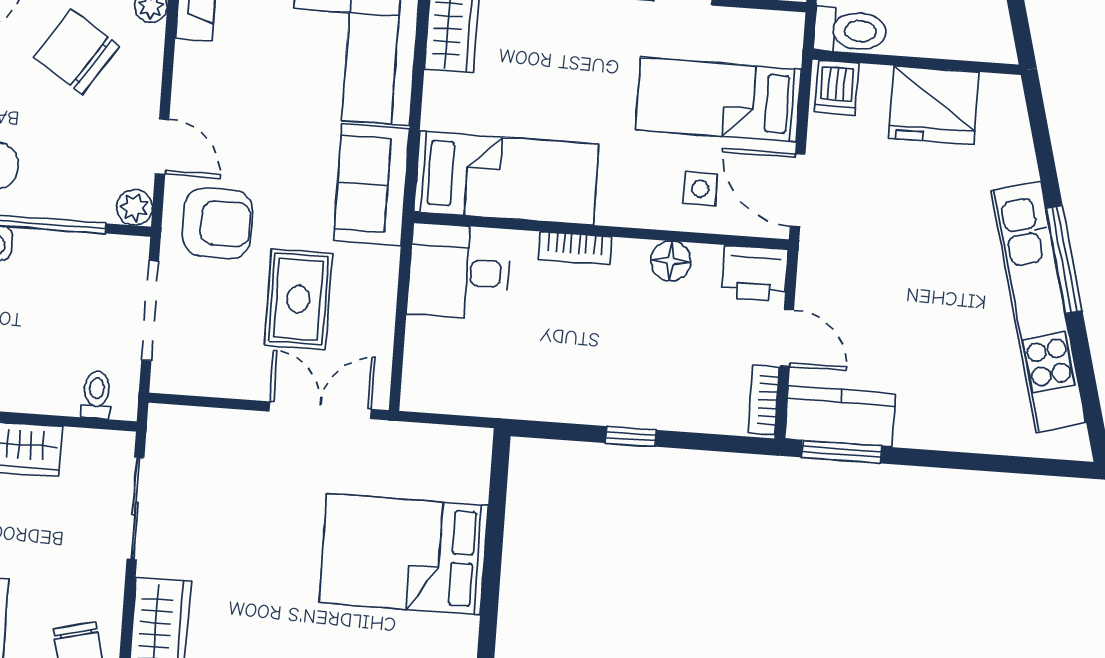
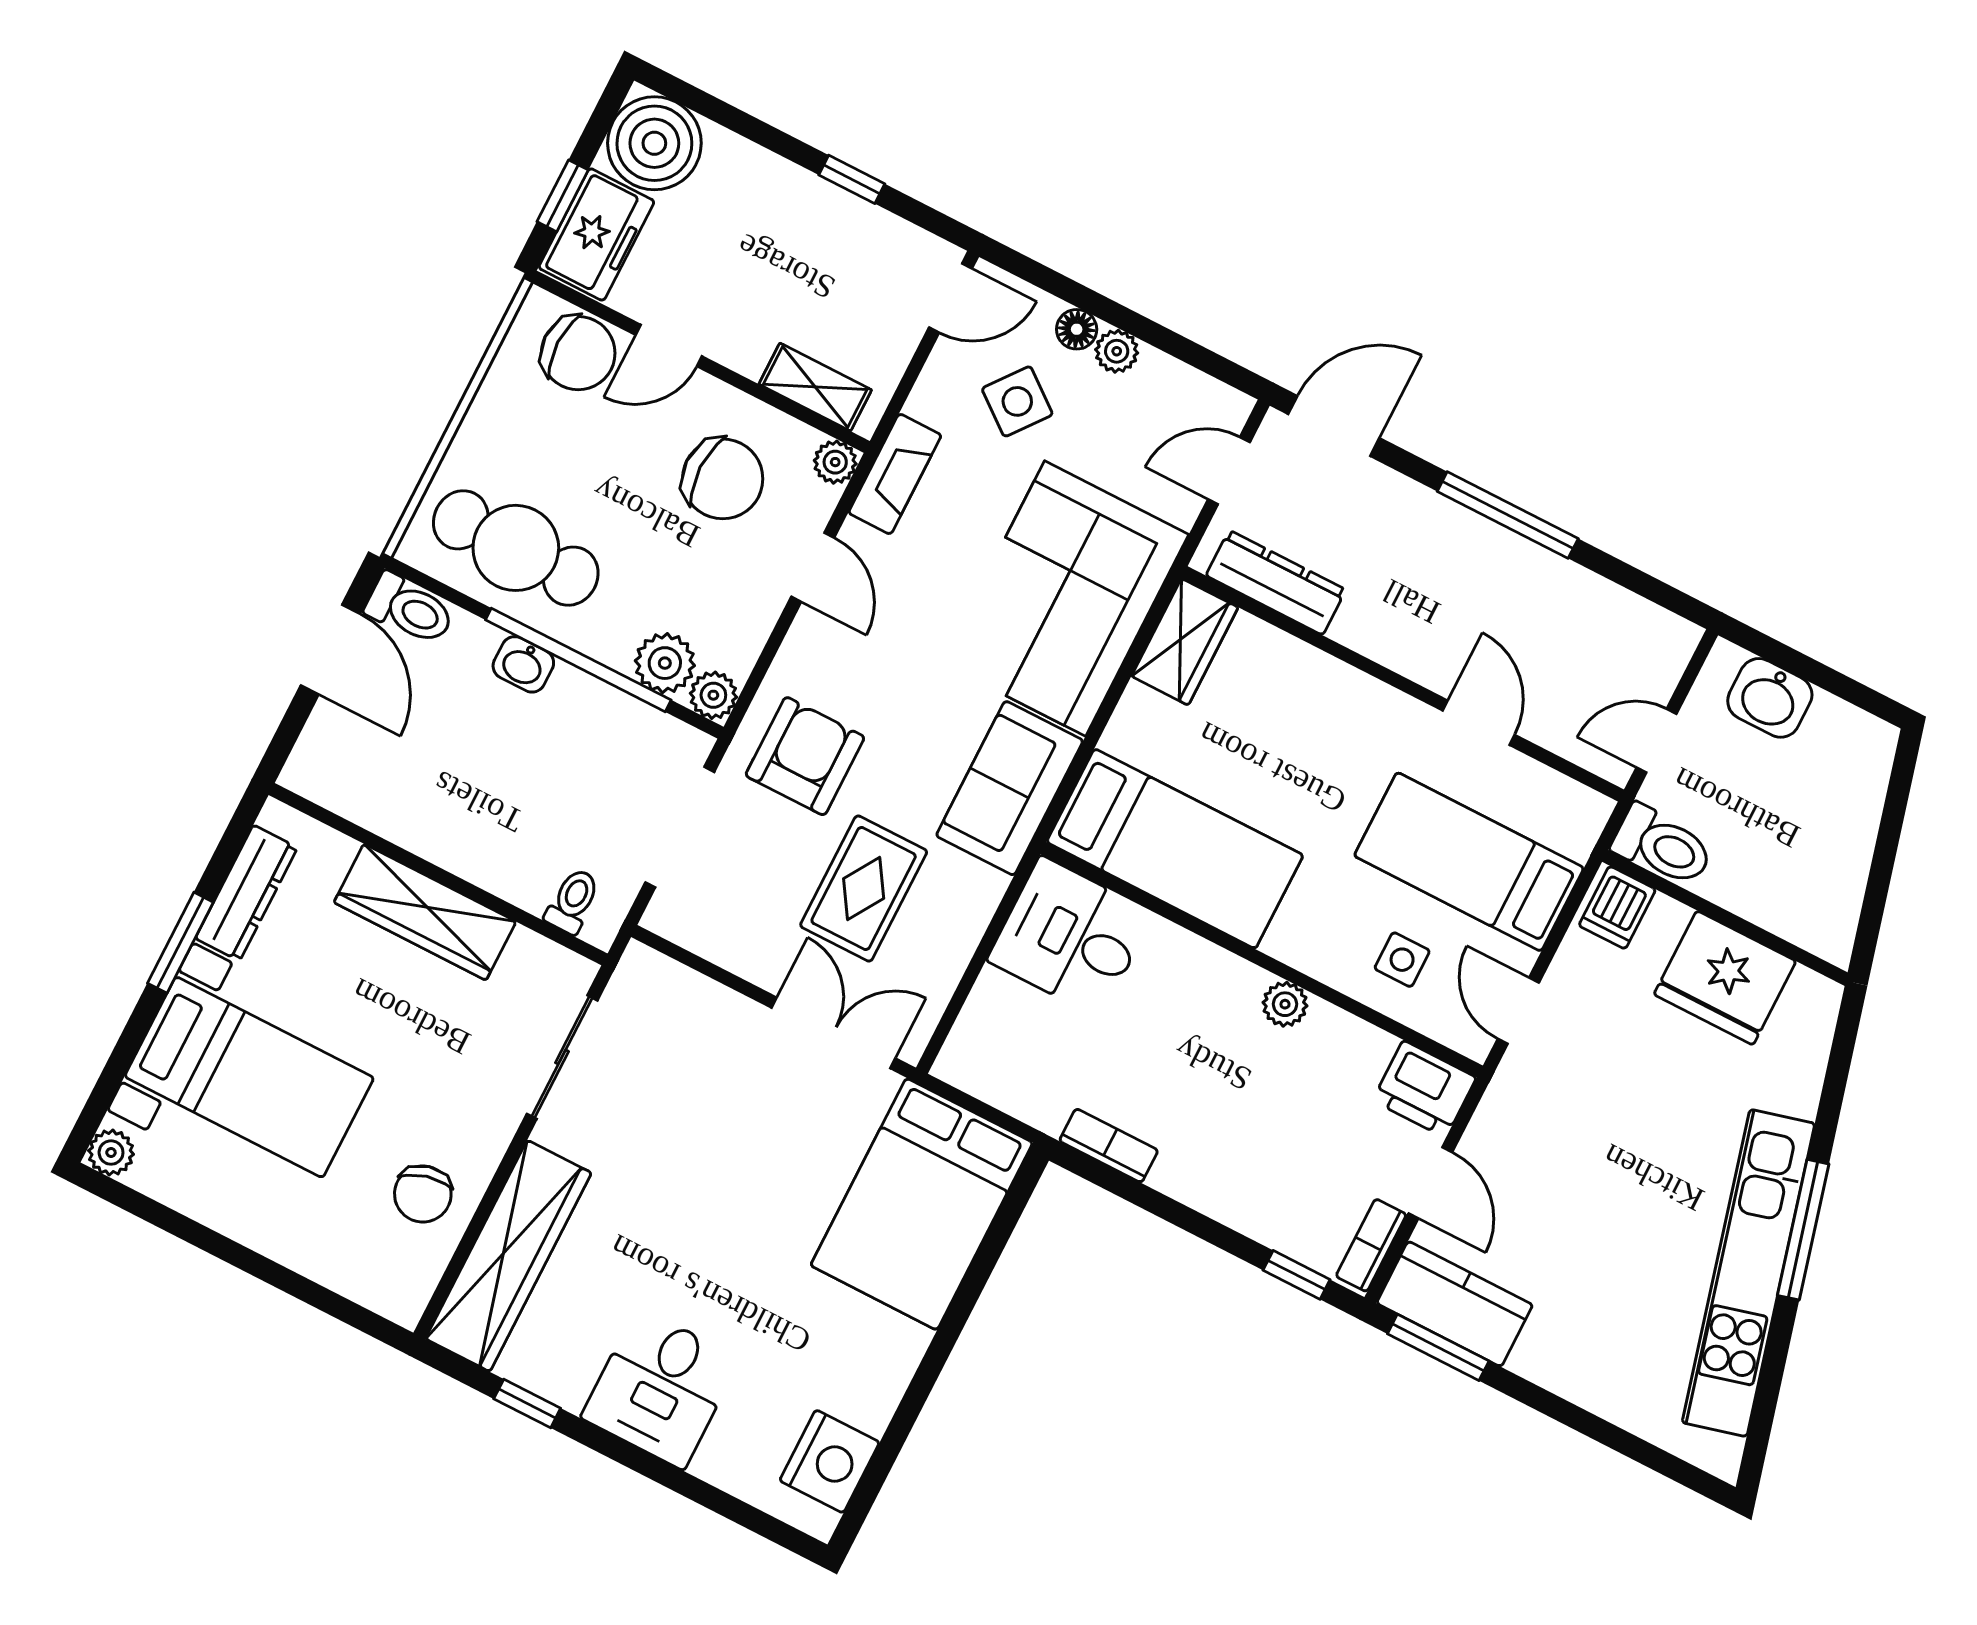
chair: (76, 52) -> (723, 479), turned 146
door: (162, 147) -> (813, 567), moved
door: (798, 190) -> (1518, 1011), width x0.73
plant: (91, 199) -> (665, 663), added
armchair: (217, 223) -> (805, 756), turned -90
bookcase: (575, 248) -> (1109, 1146), moved, turned 180
plant: (631, 255) -> (1285, 1004), added
floor lamp: (671, 261) -> (1330, 1032), removed
window: (631, 436) -> (1297, 1275), moved
bed: (404, 554) -> (922, 1204), moved, turned -90

